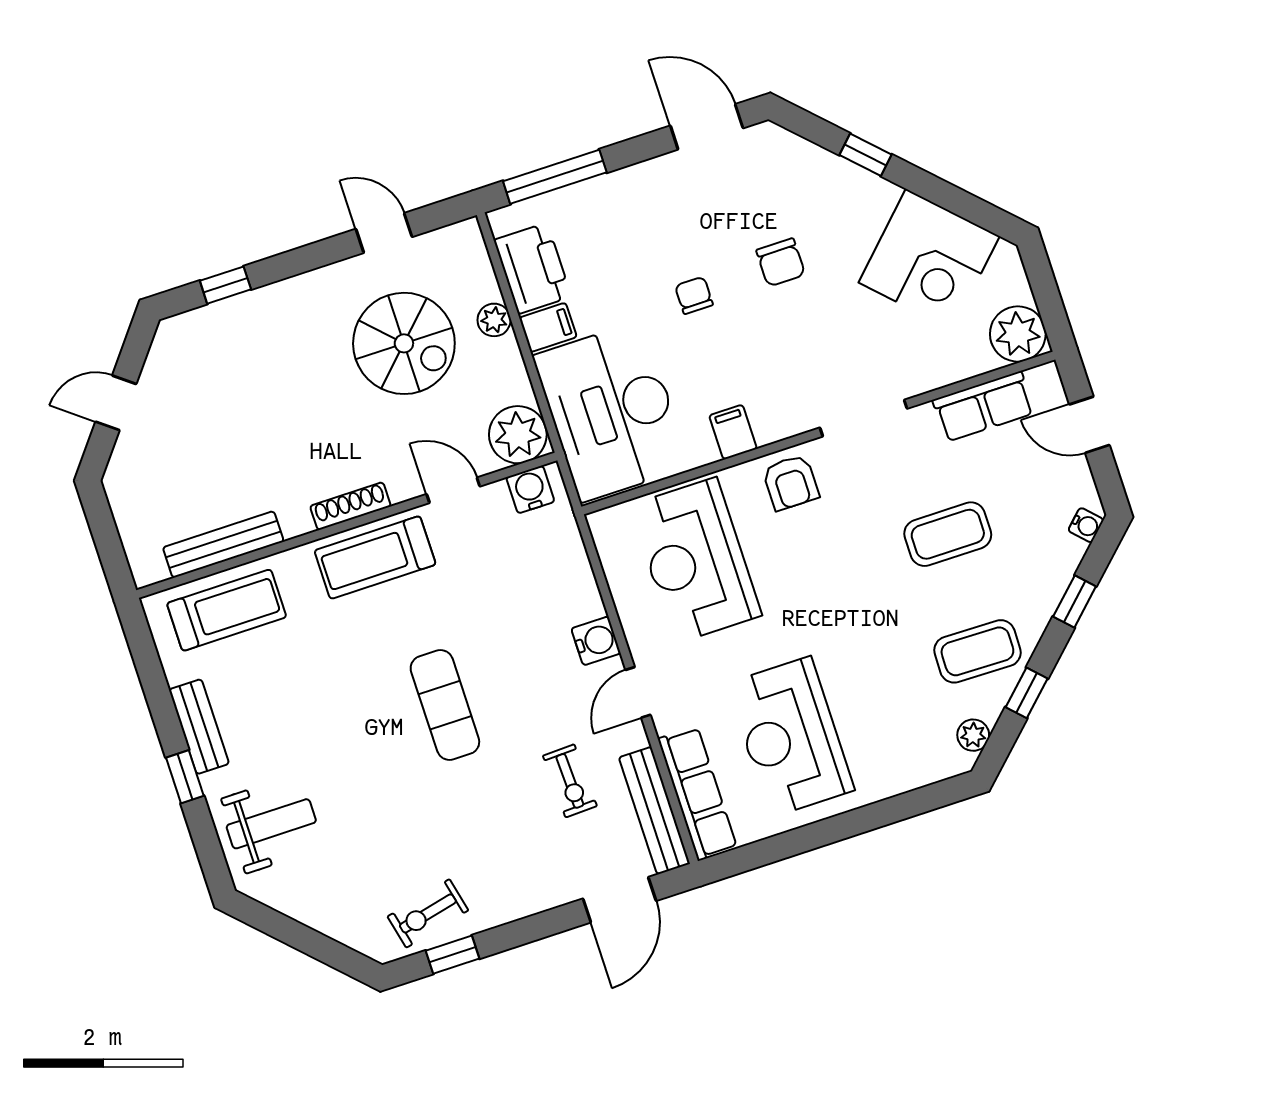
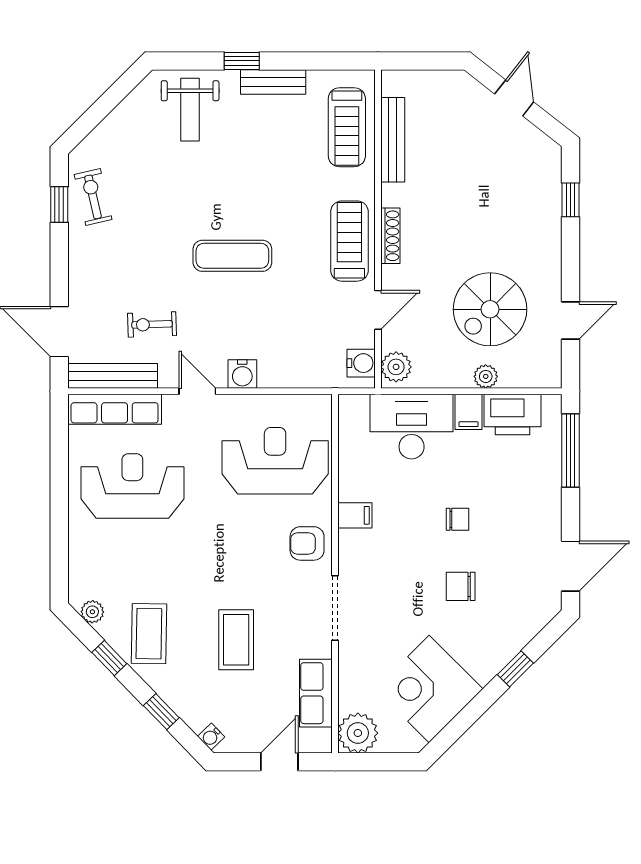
desk: (611, 411) -> (412, 427), width x0.73, depth x0.77
plant: (518, 435) -> (396, 367), width x0.73, depth x0.73

